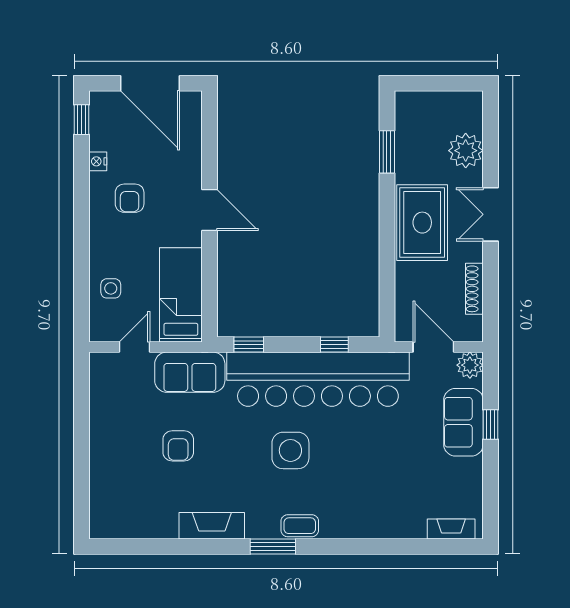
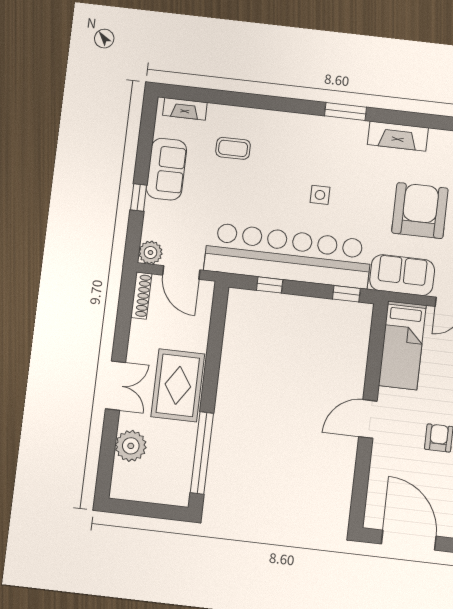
window: (387, 152) -> (202, 453), width x2.11
door: (210, 210) -> (368, 419), hinge flipped
shoe rack: (474, 289) -> (141, 296), moved
sofa: (463, 422) -> (166, 169), moved
armchair: (178, 446) -> (420, 211), width x1.88, depth x1.88
side table: (290, 450) -> (320, 195), width x0.54, depth x0.54
coffee table: (300, 526) -> (233, 148), moved

